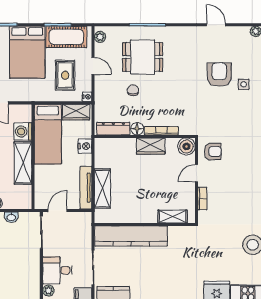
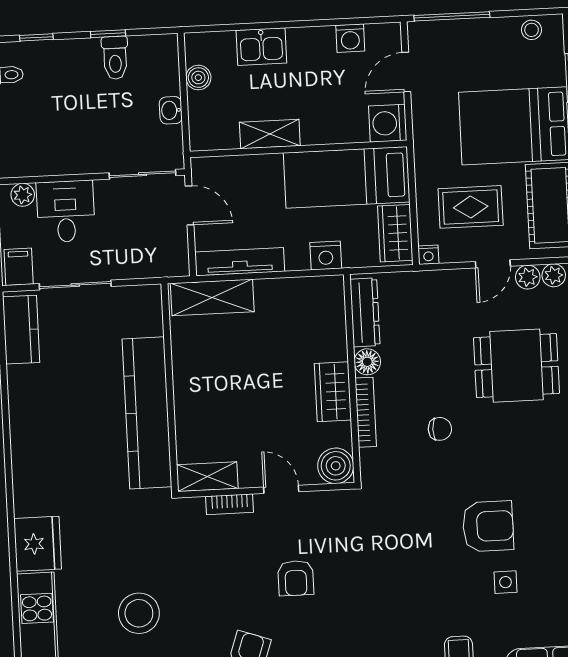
plant: (100, 49) -> (528, 277), added
dining table: (143, 57) -> (516, 366), turned 90
side table: (244, 84) -> (505, 582), moved
chair: (133, 90) -> (440, 429), moved
washing machine: (23, 131) -> (388, 123), moved, turned -90
armchair: (213, 151) -> (296, 578), moved
shelving: (23, 163) -> (270, 134), width x0.67, depth x0.75
shelving: (102, 189) -> (212, 297), moved
shelving: (173, 217) -> (207, 477), moved, turned 90
kitchen counter: (131, 236) -> (147, 413), moved

